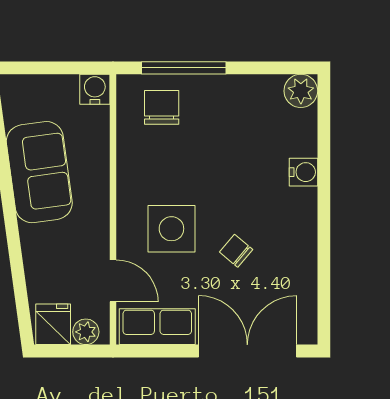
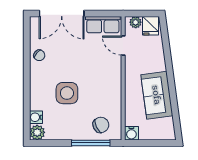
chair: (162, 107) -> (101, 125), turned -115
water cooler: (303, 172) -> (36, 117), moved
side table: (171, 229) -> (67, 93), moved
chair: (236, 251) -> (39, 55), moved

